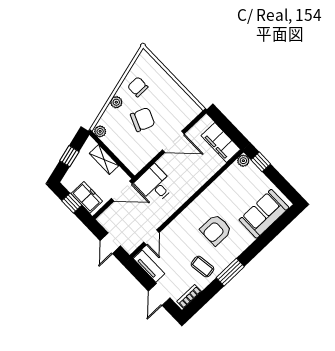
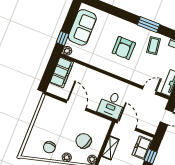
chair: (143, 120) -> (84, 141), moved
sofa: (264, 214) -> (82, 27), moved, turned -90
armchair: (216, 230) -> (124, 48), turned 90

